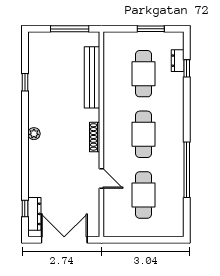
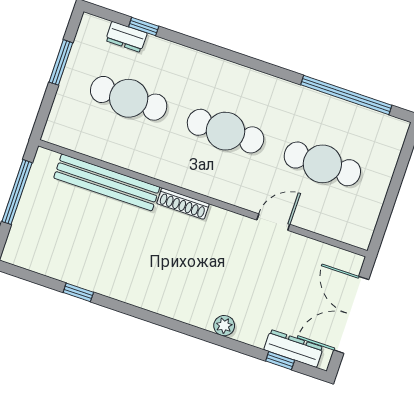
plant: (34, 134) -> (224, 326), moved
shoe rack: (95, 137) -> (183, 204), moved
window: (187, 170) -> (346, 95), moved

